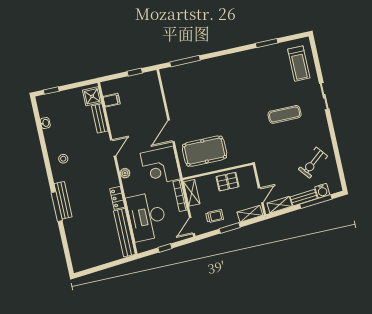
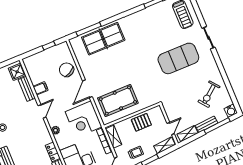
table tennis table: (200, 75) -> (103, 39), added
filing cabinet: (112, 100) -> (40, 88), moved
chair: (151, 104) -> (67, 70), added
exercise mat: (285, 114) -> (178, 58), width x2.00, depth x1.45
water cooler: (322, 191) -> (231, 111), moved

